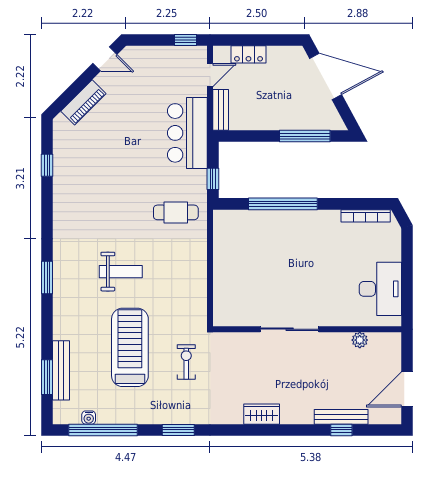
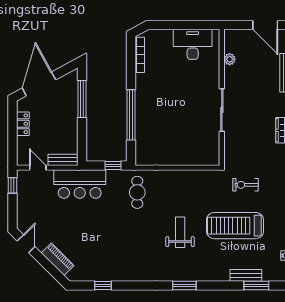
locker: (248, 54) -> (23, 124), moved
bench: (61, 370) -> (246, 275), width x0.73

